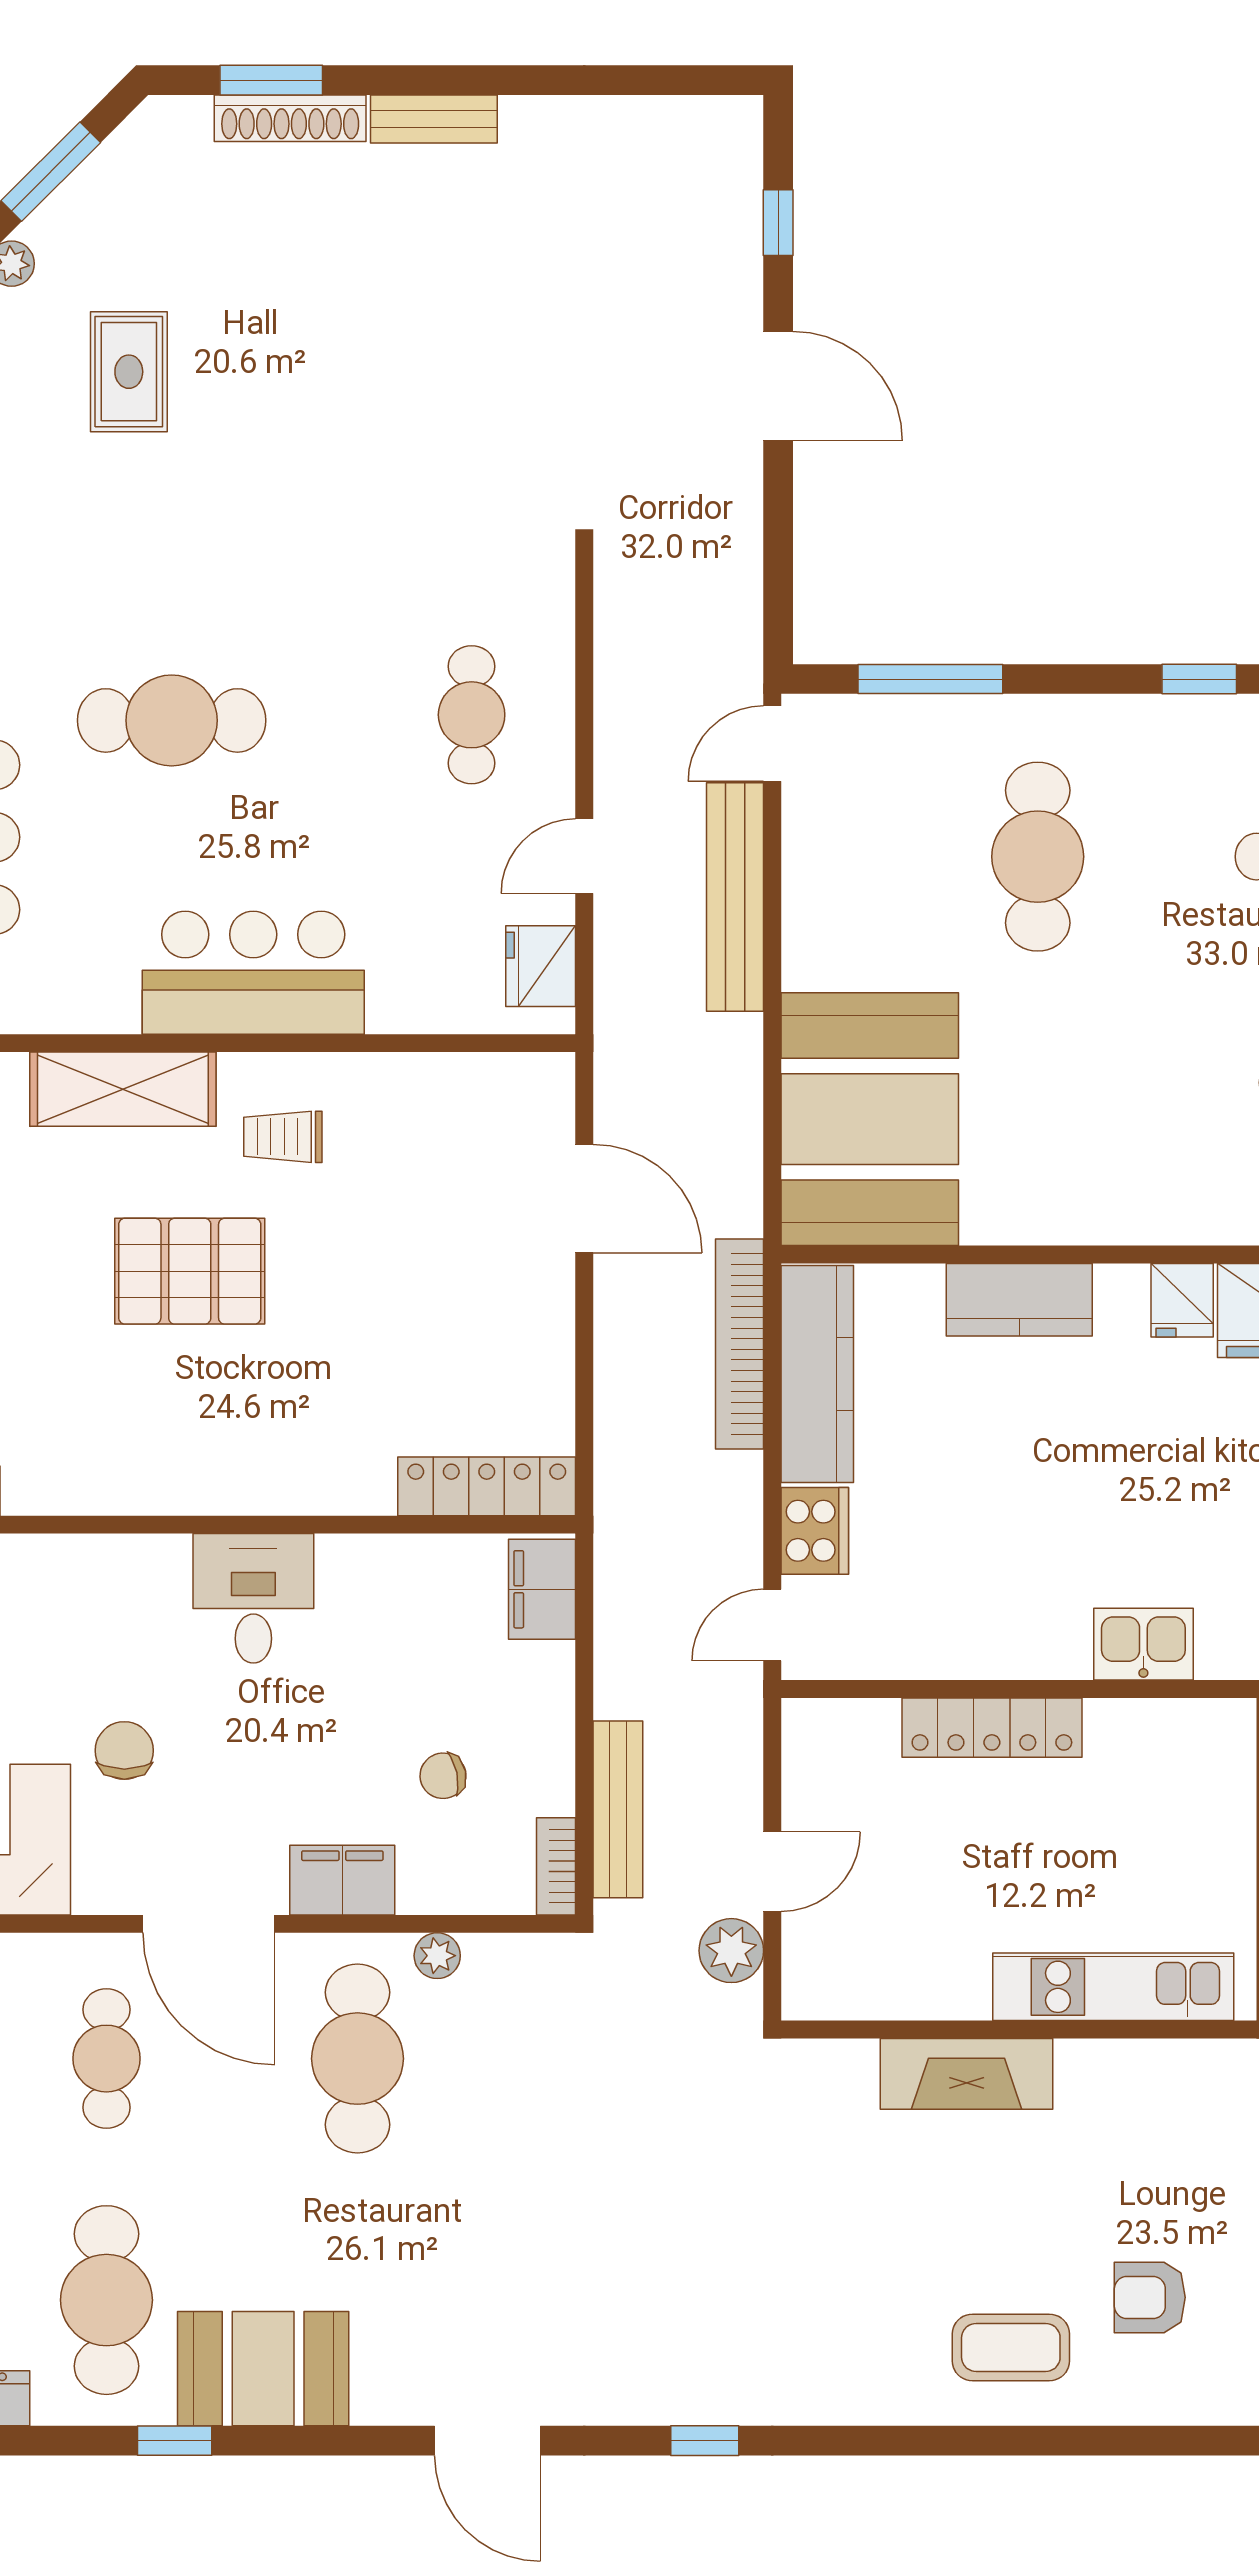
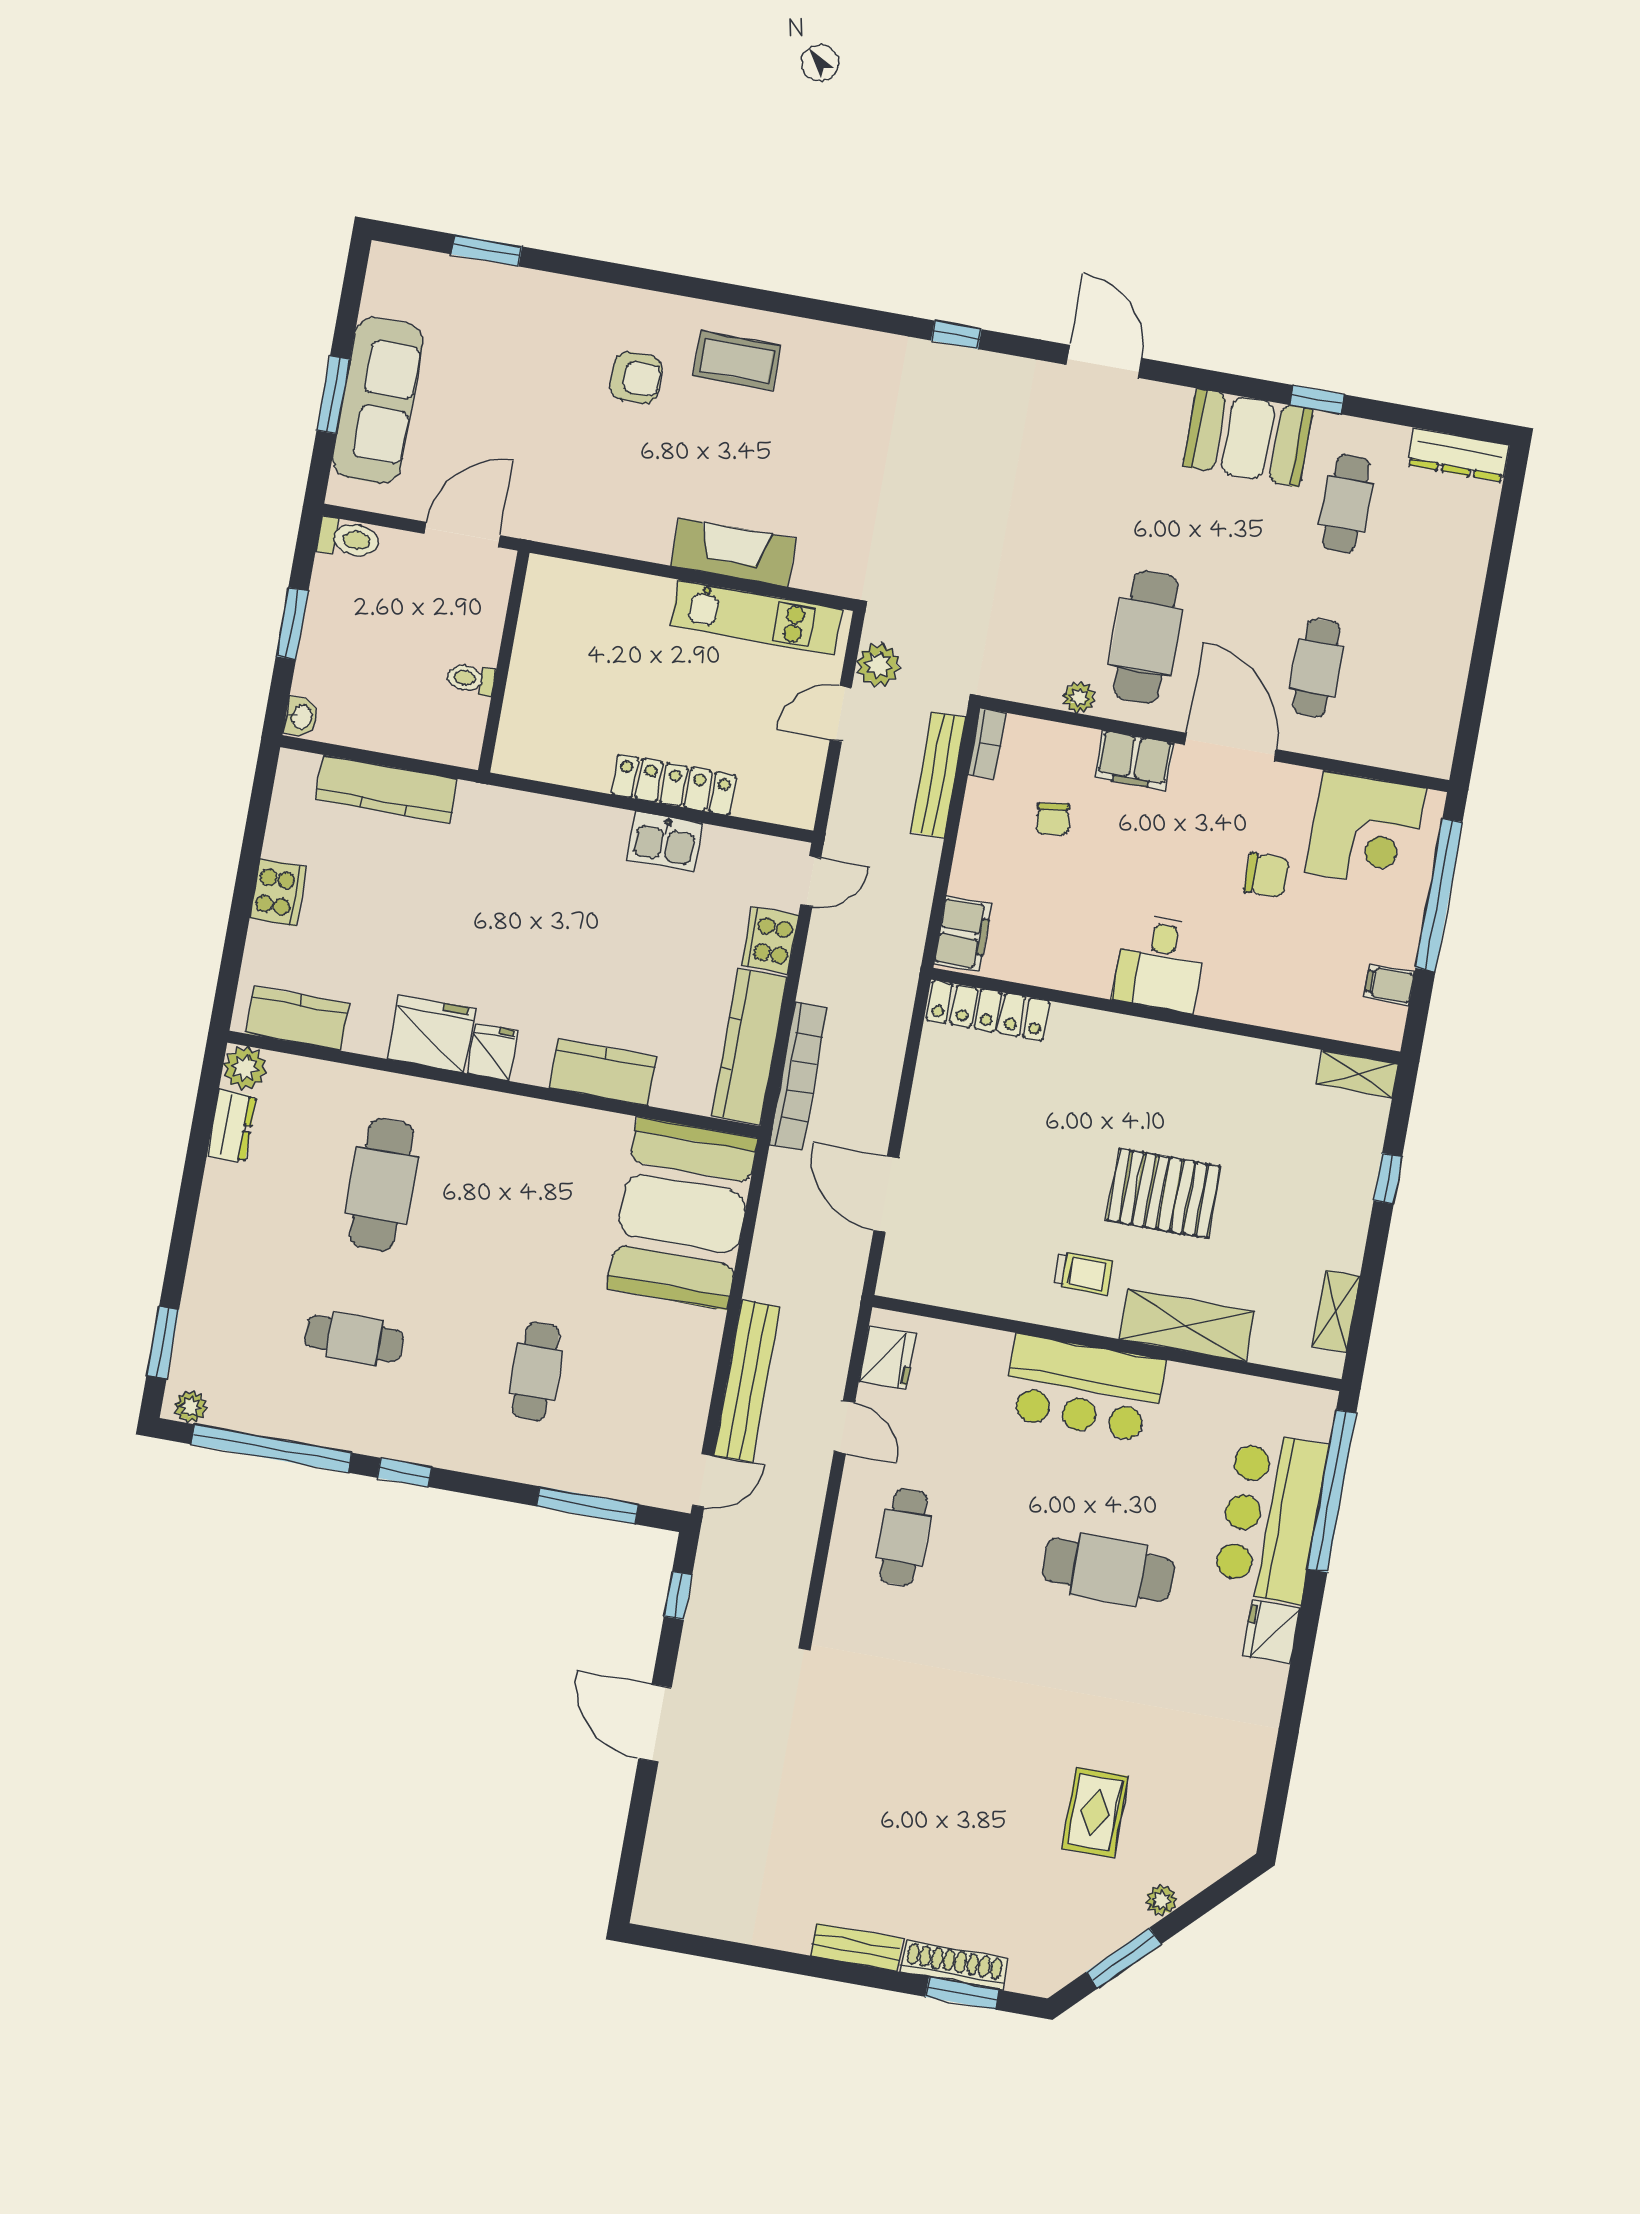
window: (778, 223) -> (678, 1596), moved
door: (584, 856) -> (844, 1427), hinge flipped
cafe table: (1038, 857) -> (536, 1371), width x0.73, depth x0.74
kitchen sink: (1143, 1644) -> (665, 842), moved
chair: (124, 1751) -> (1267, 875), turned -90
chair: (443, 1776) -> (1053, 819), turned 93
kitchen unit: (1113, 1987) -> (756, 617), moved
cafe table: (106, 2300) -> (1346, 504), width x0.73, depth x0.74

